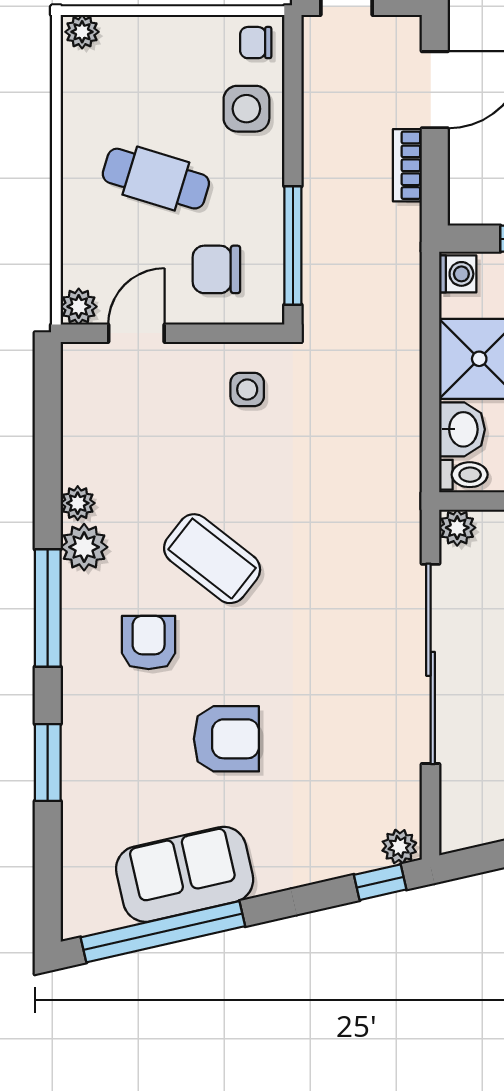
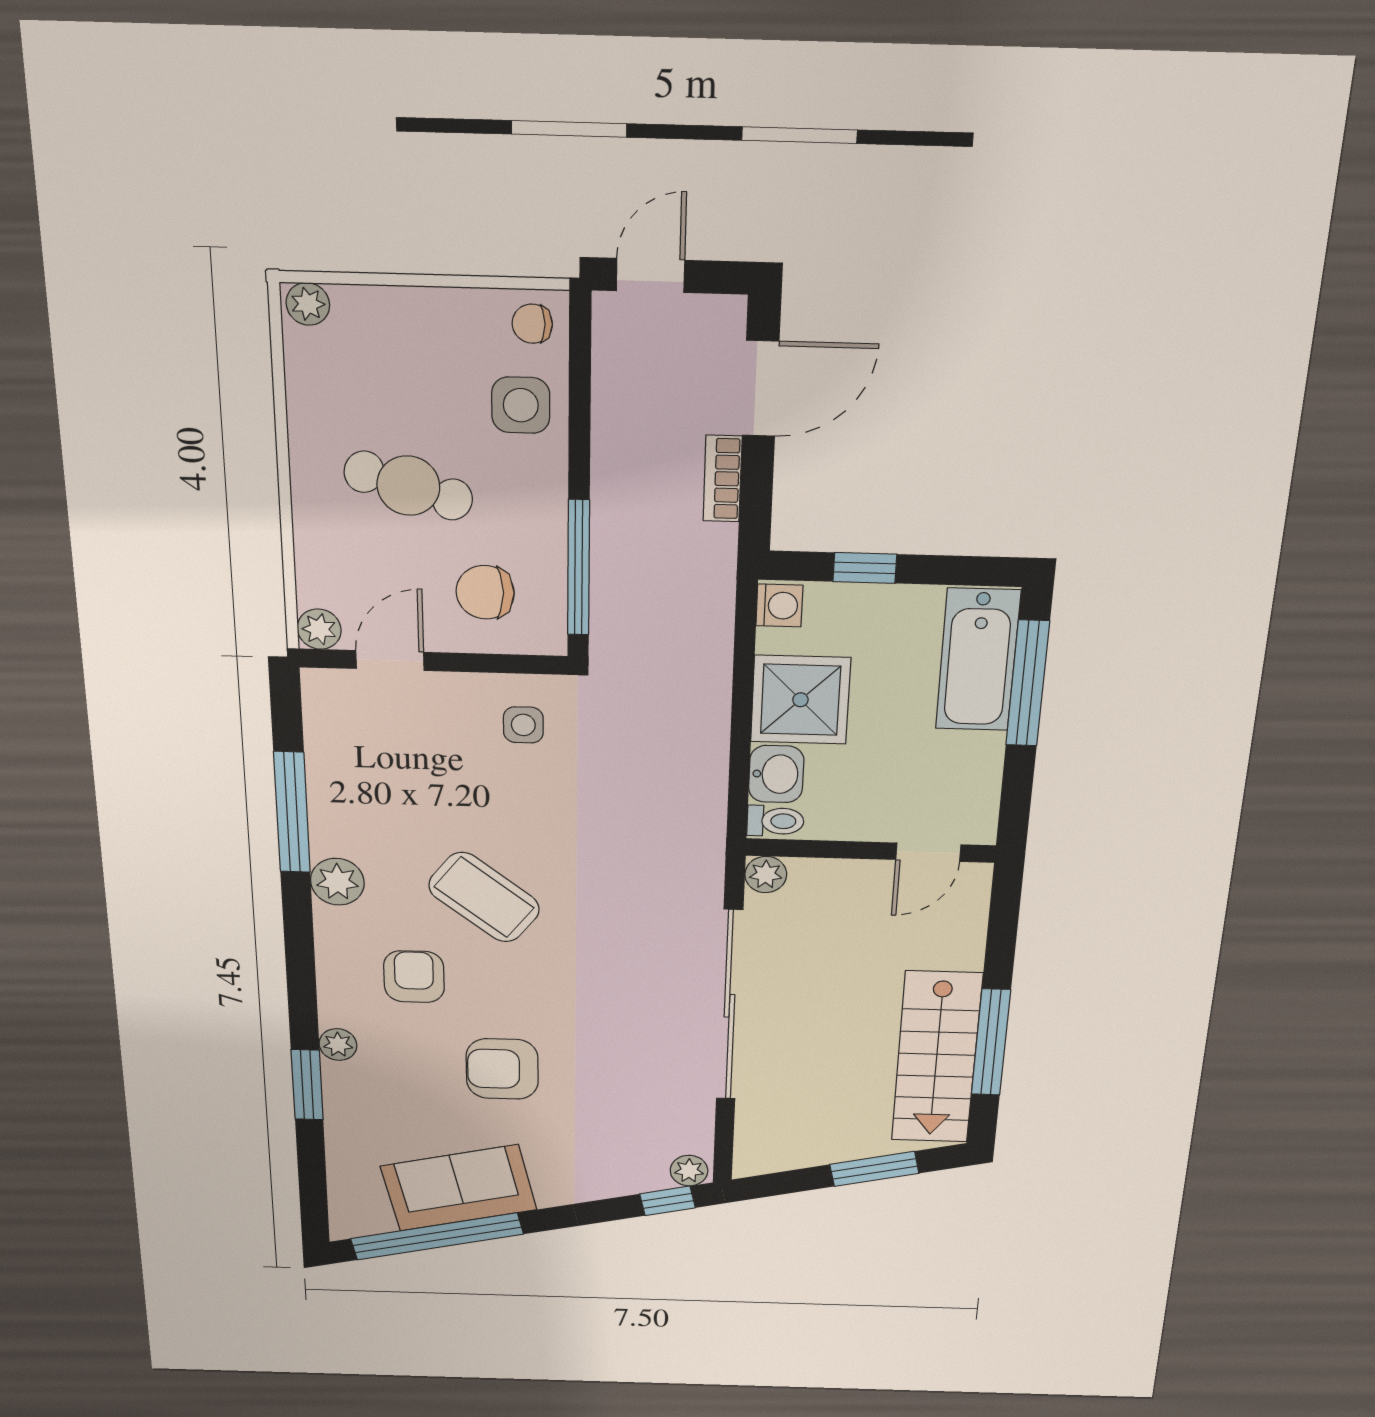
plant: (78, 503) -> (338, 1045), moved
window: (48, 608) -> (292, 812), moved
armchair: (226, 739) -> (502, 1069), turned 180

